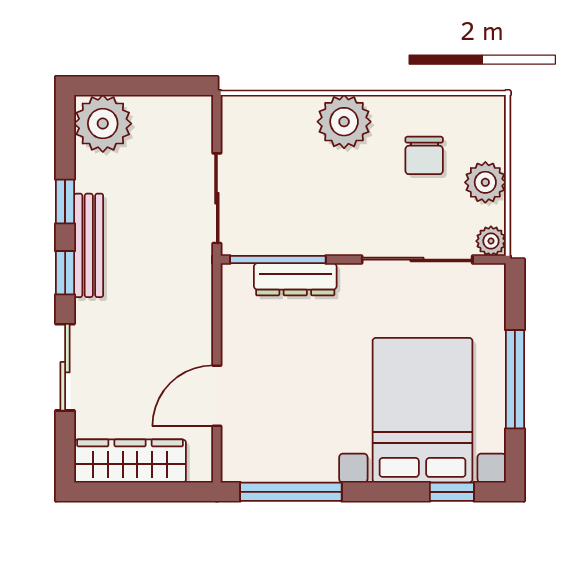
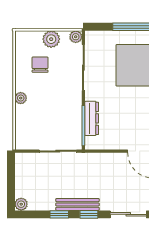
plant: (344, 122) -> (21, 98), width x0.53, depth x0.53
plant: (103, 124) -> (21, 204), width x0.53, depth x0.53
chair: (424, 155) -> (40, 65), turned -90

